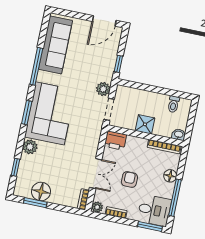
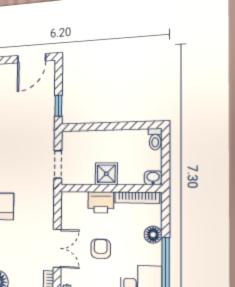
plant: (103, 89) -> (46, 141), removed
toilet: (173, 104) -> (155, 139), moved
printer: (115, 141) -> (101, 202), moved

